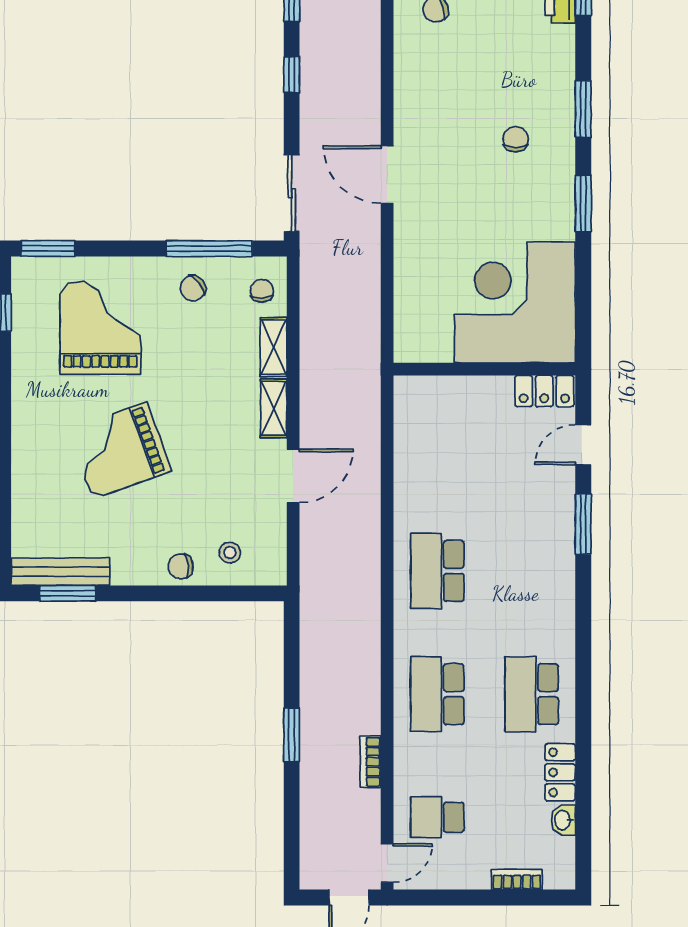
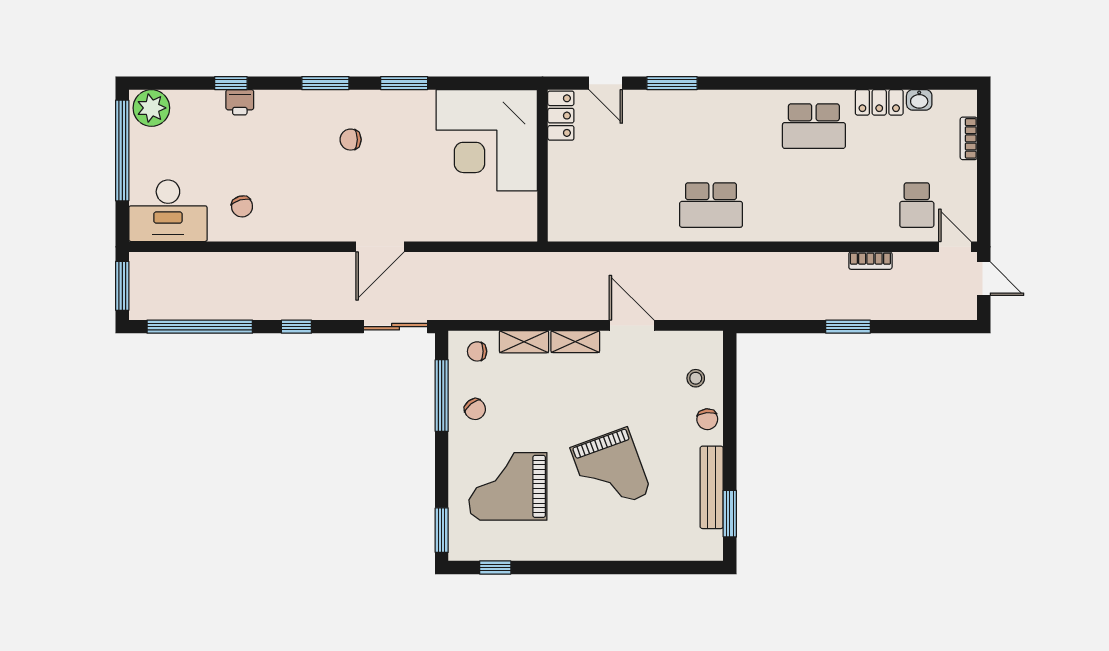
bench: (60, 572) -> (712, 487), moved
school desk: (437, 694) -> (814, 205), removed

